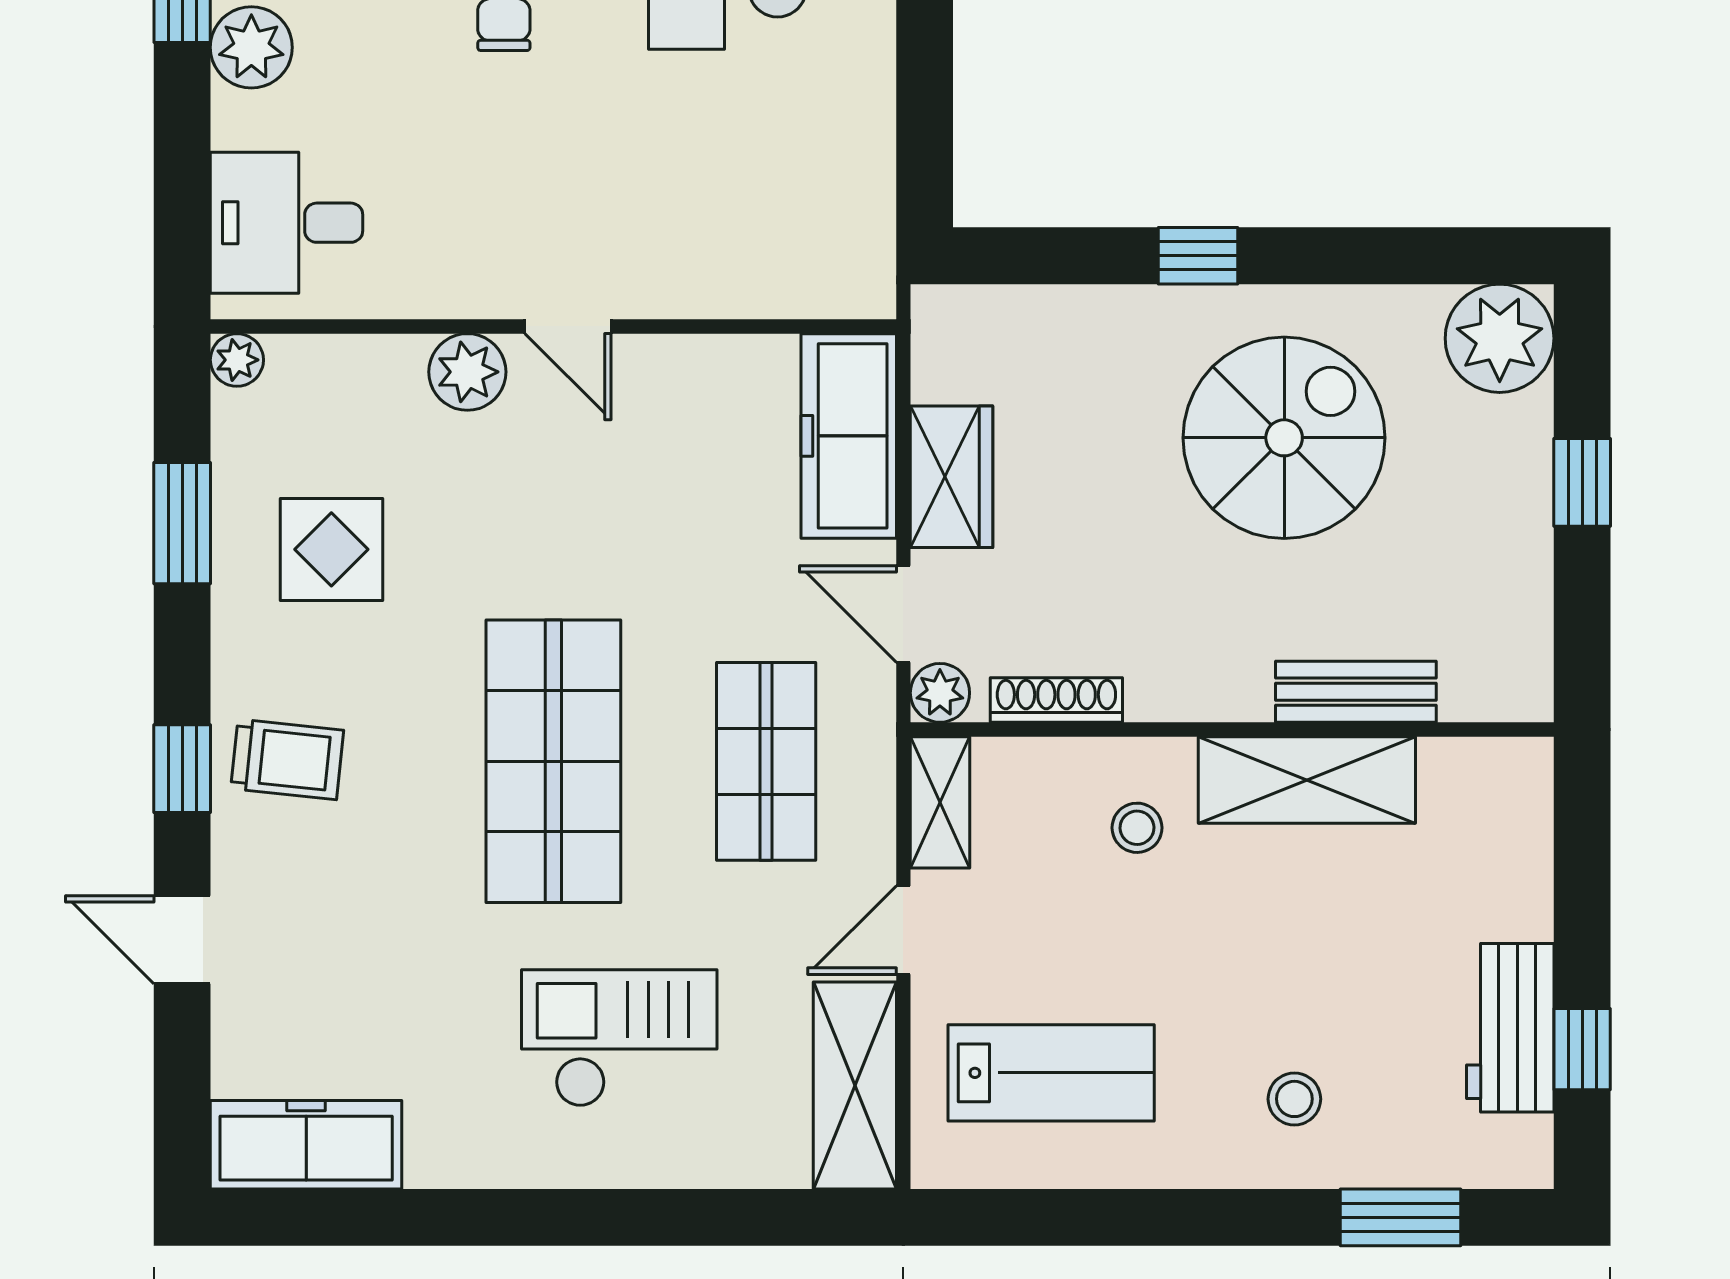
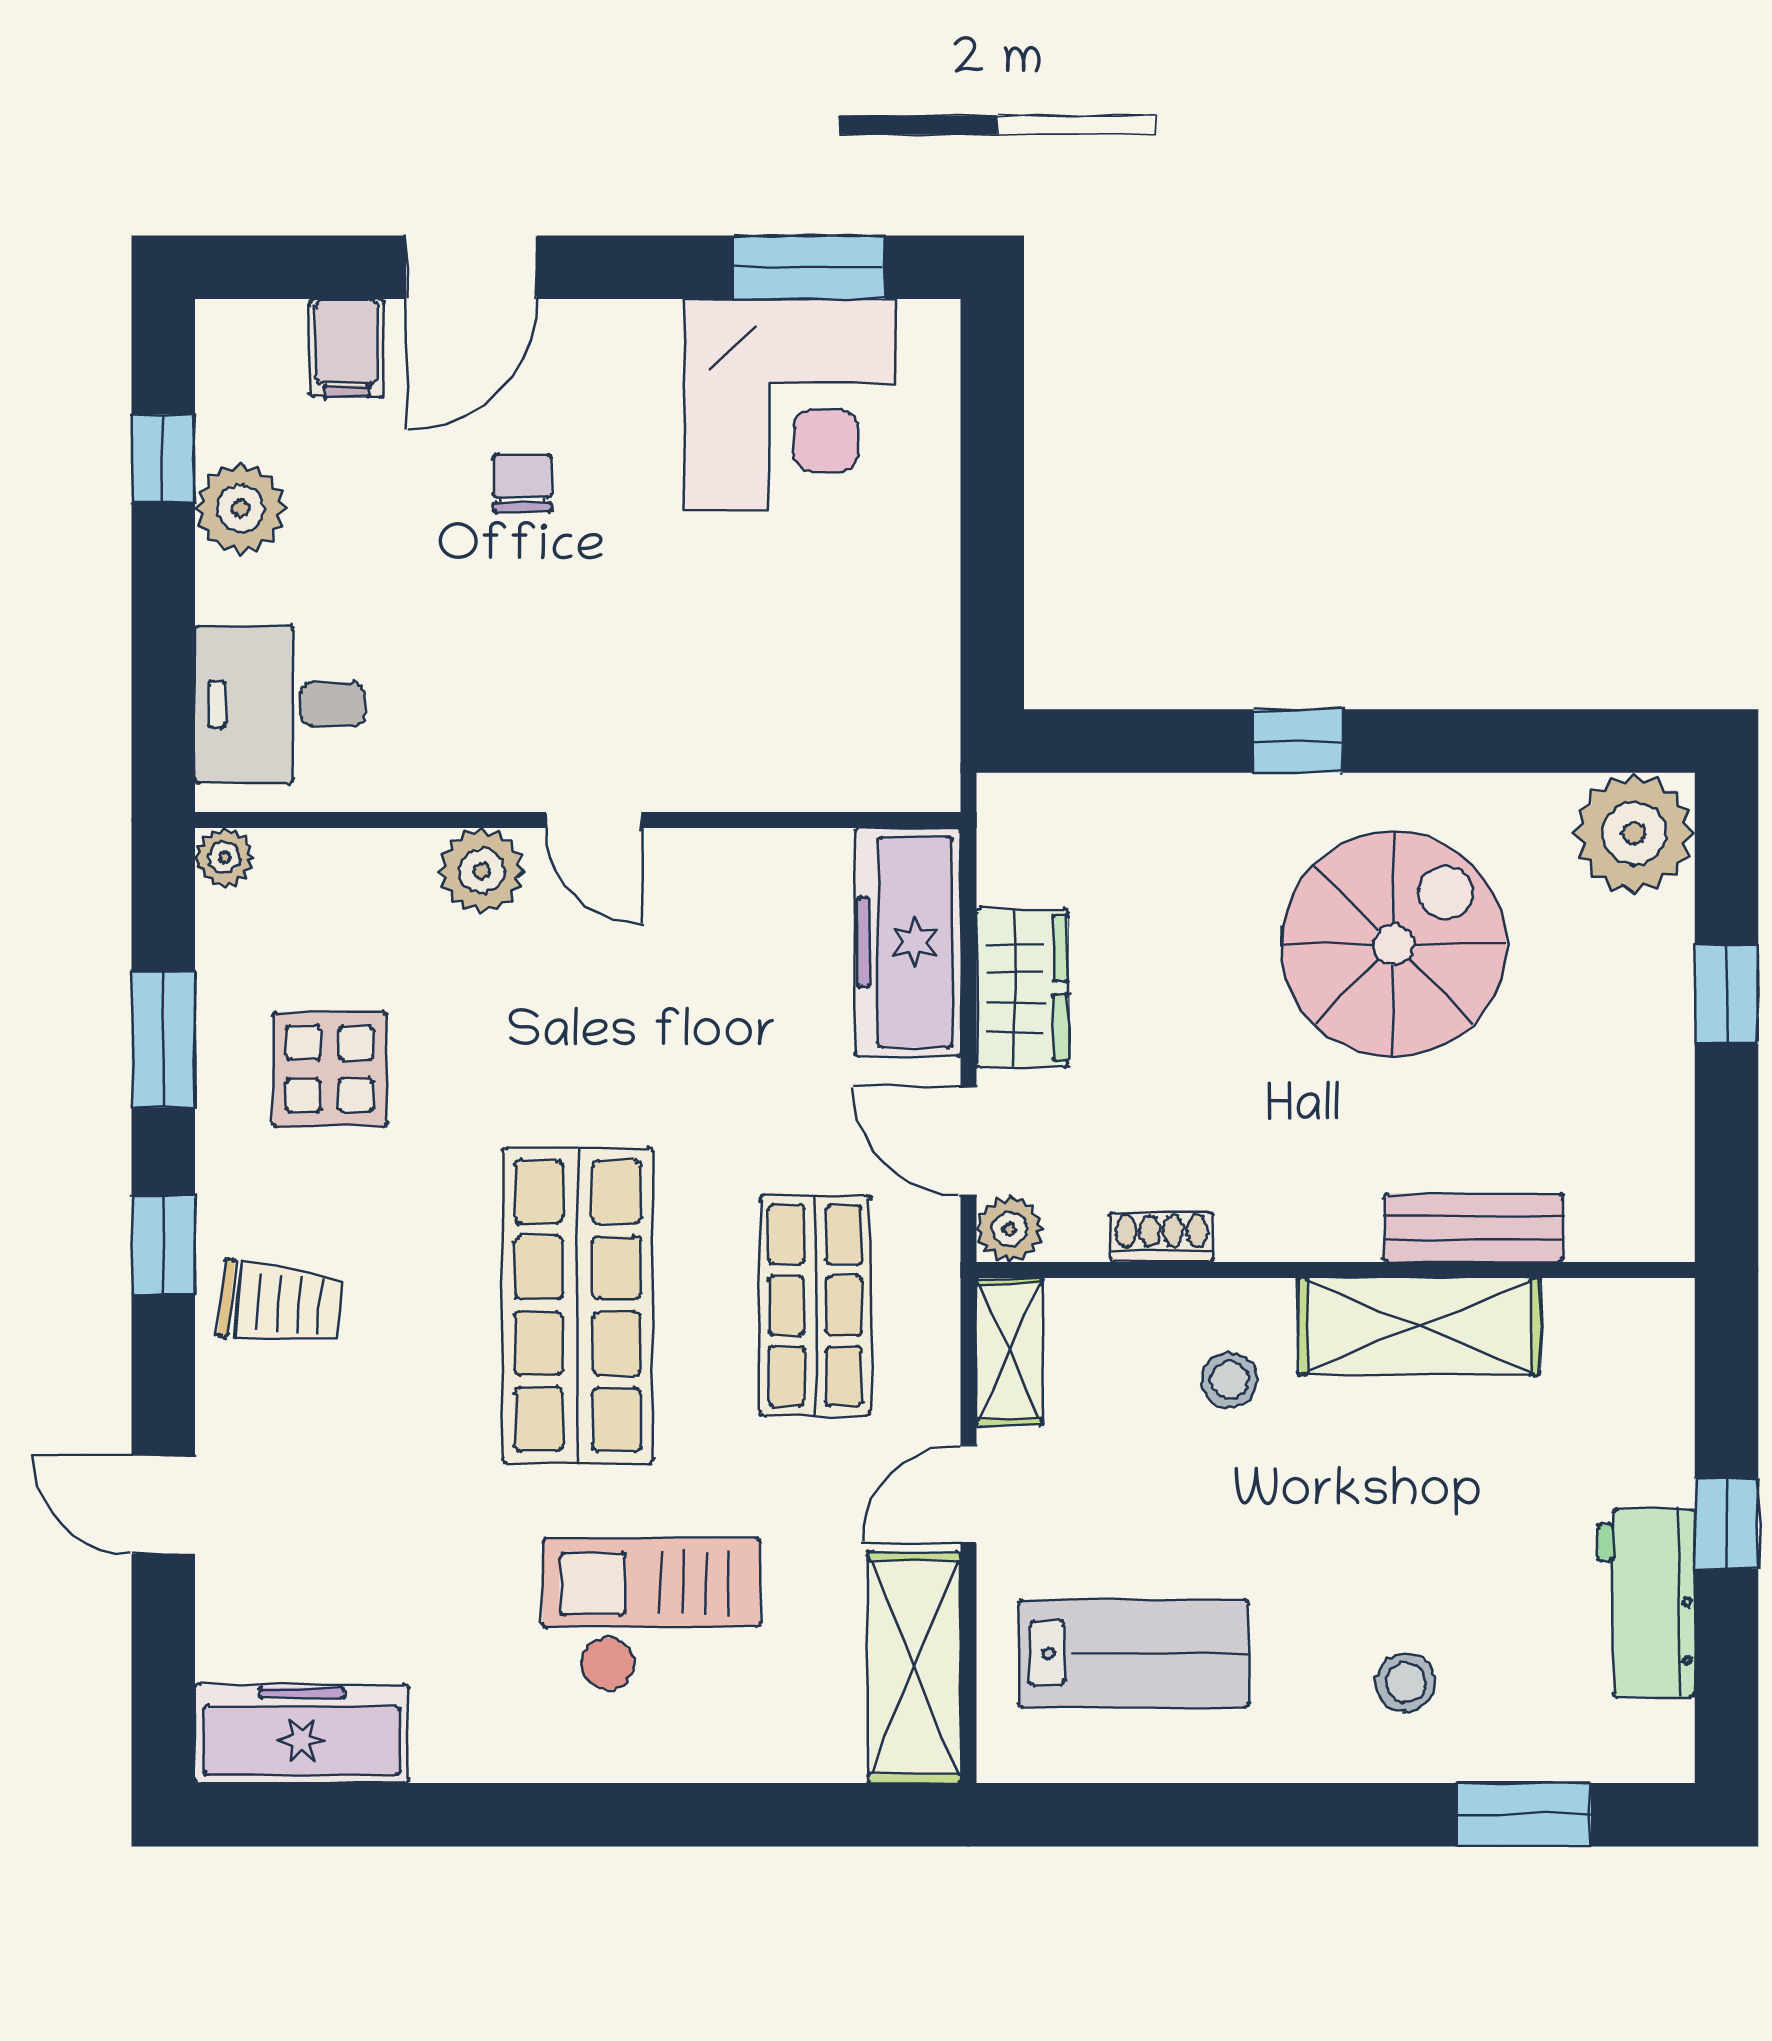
shoe rack: (1056, 700) -> (1161, 1237), width x0.70
window: (182, 769) -> (163, 1245), moved
window: (1582, 1049) -> (1726, 1524), moved

